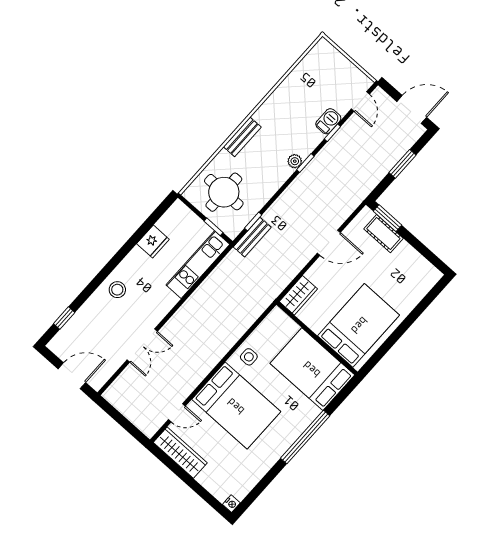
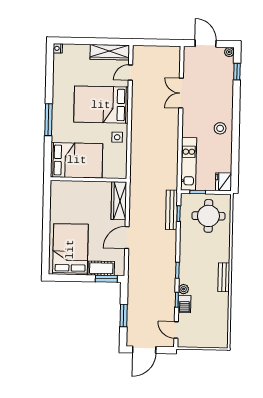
bench: (242, 137) -> (224, 277), moved
plant: (295, 161) -> (184, 289), moved
bench: (252, 237) -> (172, 210), width x1.36
fridge: (153, 242) -> (224, 182), moved
stool: (117, 290) -> (220, 128), moved
wardrobe: (298, 295) -> (119, 201), width x1.50
bed: (359, 325) -> (70, 249), moved, turned 180
plant: (55, 345) -> (229, 52), added
door: (72, 376) -> (206, 44), swing flipped
window: (305, 437) -> (48, 120), width x0.68

